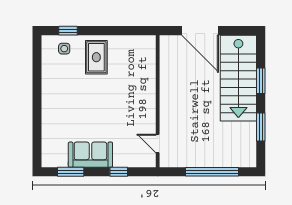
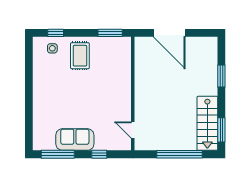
window: (131, 31) -> (110, 33), added
stairs: (238, 78) -> (207, 123), moved, width x0.73, depth x0.66
window: (261, 127) -> (221, 130), moved
window: (71, 172) -> (58, 154), width x1.44

